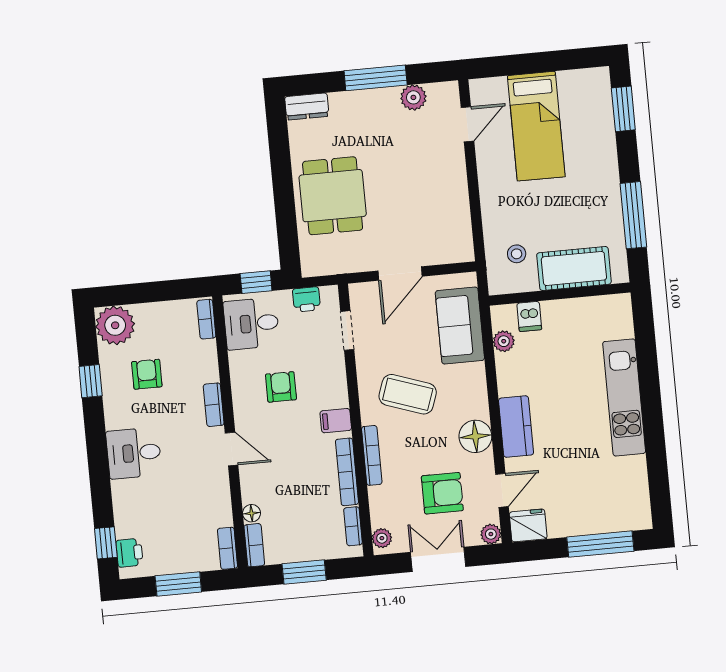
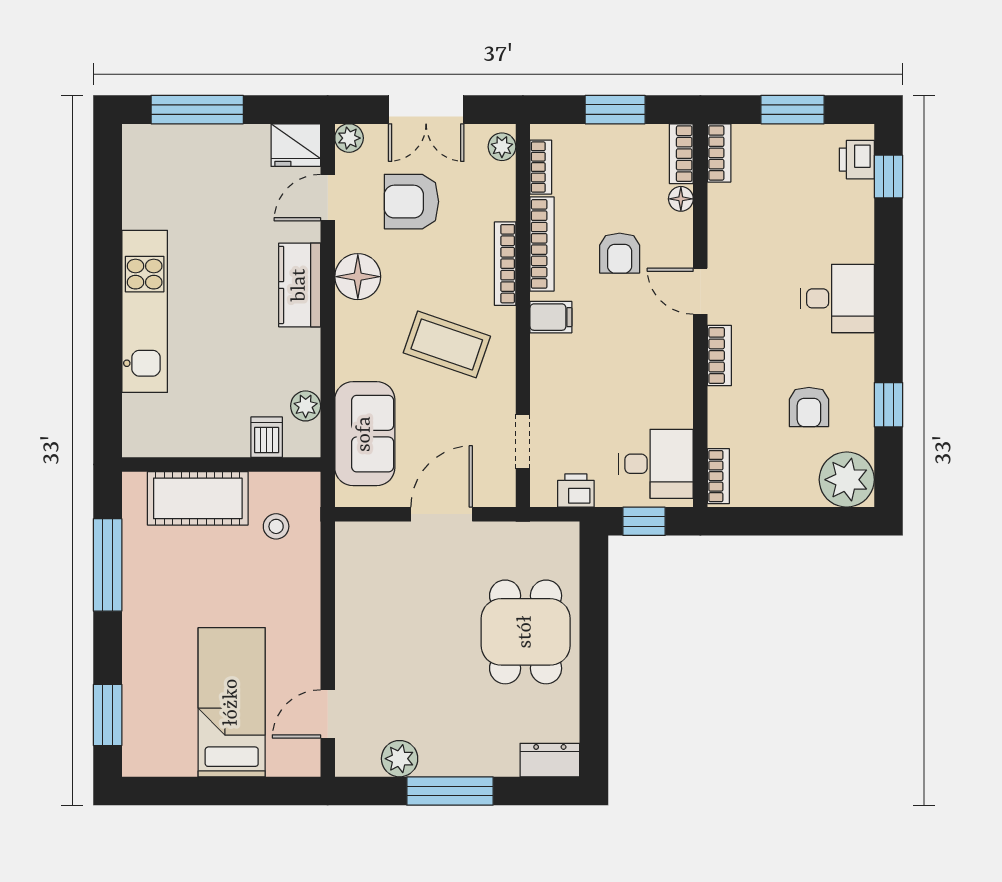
armchair: (281, 387) -> (620, 253), moved

